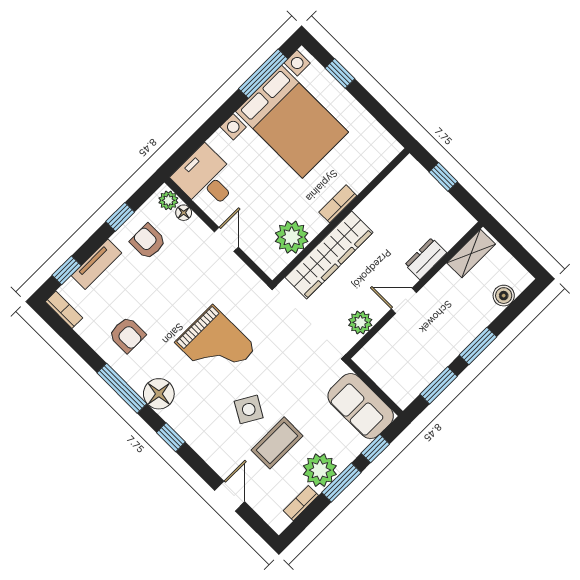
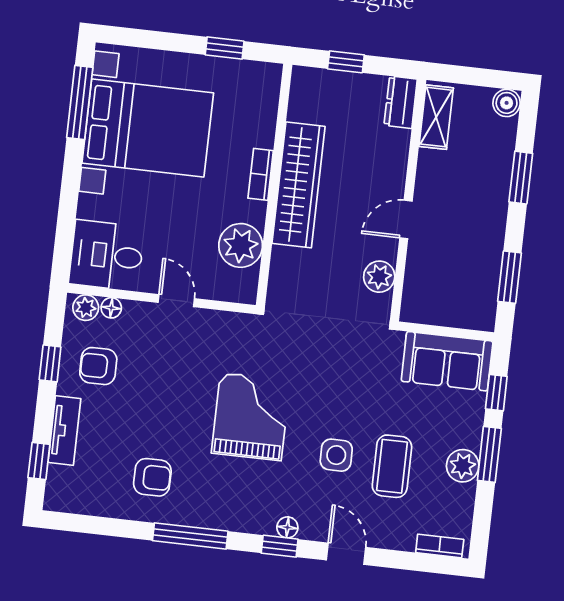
window: (340, 73) -> (225, 48), moved
wardrobe: (329, 255) -> (299, 185), moved
dresser: (426, 259) -> (401, 102), moved
boiler: (504, 296) -> (507, 103), moved
bookcase: (64, 310) -> (68, 503), removed
grand piano: (216, 345) -> (251, 417), turned -90
window: (478, 346) -> (521, 178), moved
floor lamp: (159, 394) -> (287, 527), moved, width x0.53, depth x0.53
side table: (249, 409) -> (336, 455), turned -30
plant: (320, 470) -> (463, 466), width x0.73, depth x0.73
door: (230, 496) -> (346, 554), moved
bookcase: (301, 503) -> (440, 546), moved, turned 90

